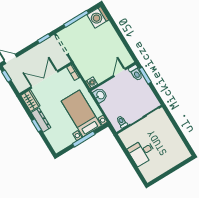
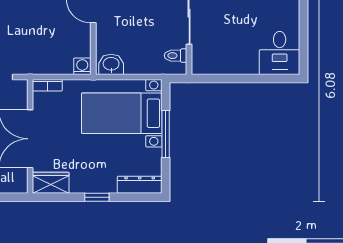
dresser: (41, 120) -> (140, 185), moved
desk: (142, 152) -> (280, 53), moved

